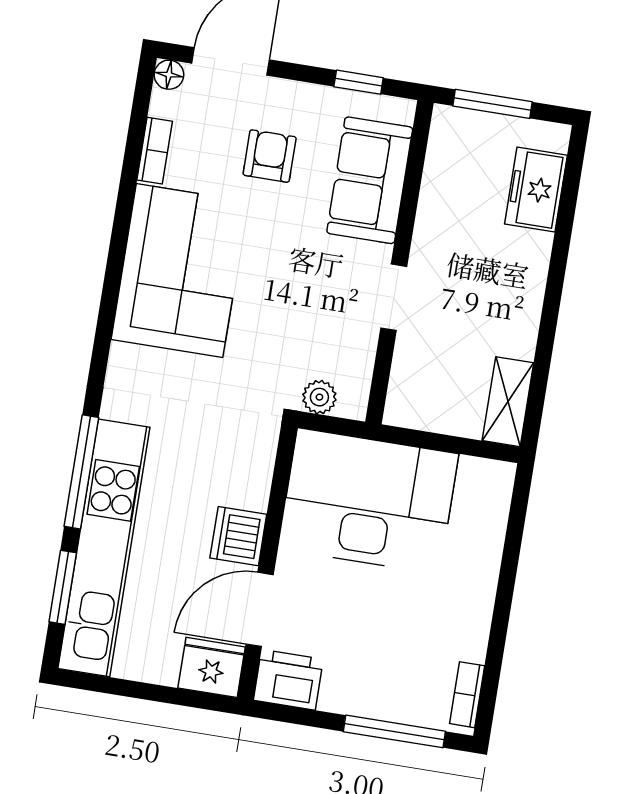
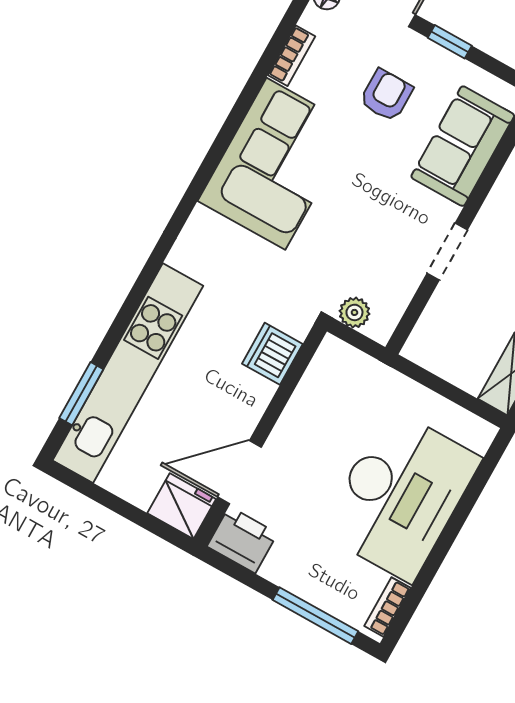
window: (359, 82) -> (450, 42), moved
window: (81, 472) -> (132, 303), removed
desk: (368, 501) -> (400, 495), moved, turned 90
dishwasher: (238, 536) -> (272, 354), moved

